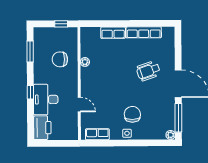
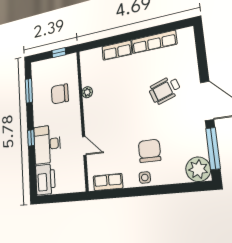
plant: (171, 135) -> (198, 169), width x1.88, depth x1.88

